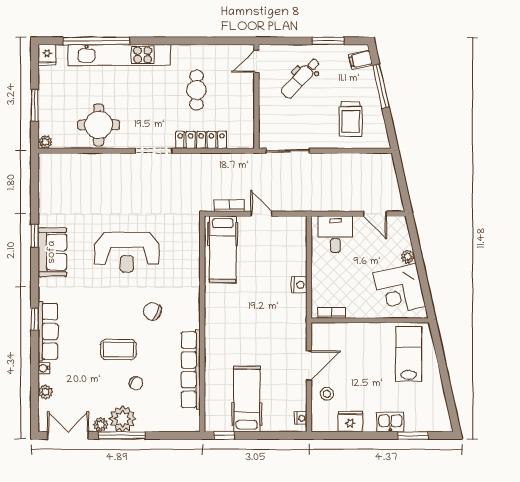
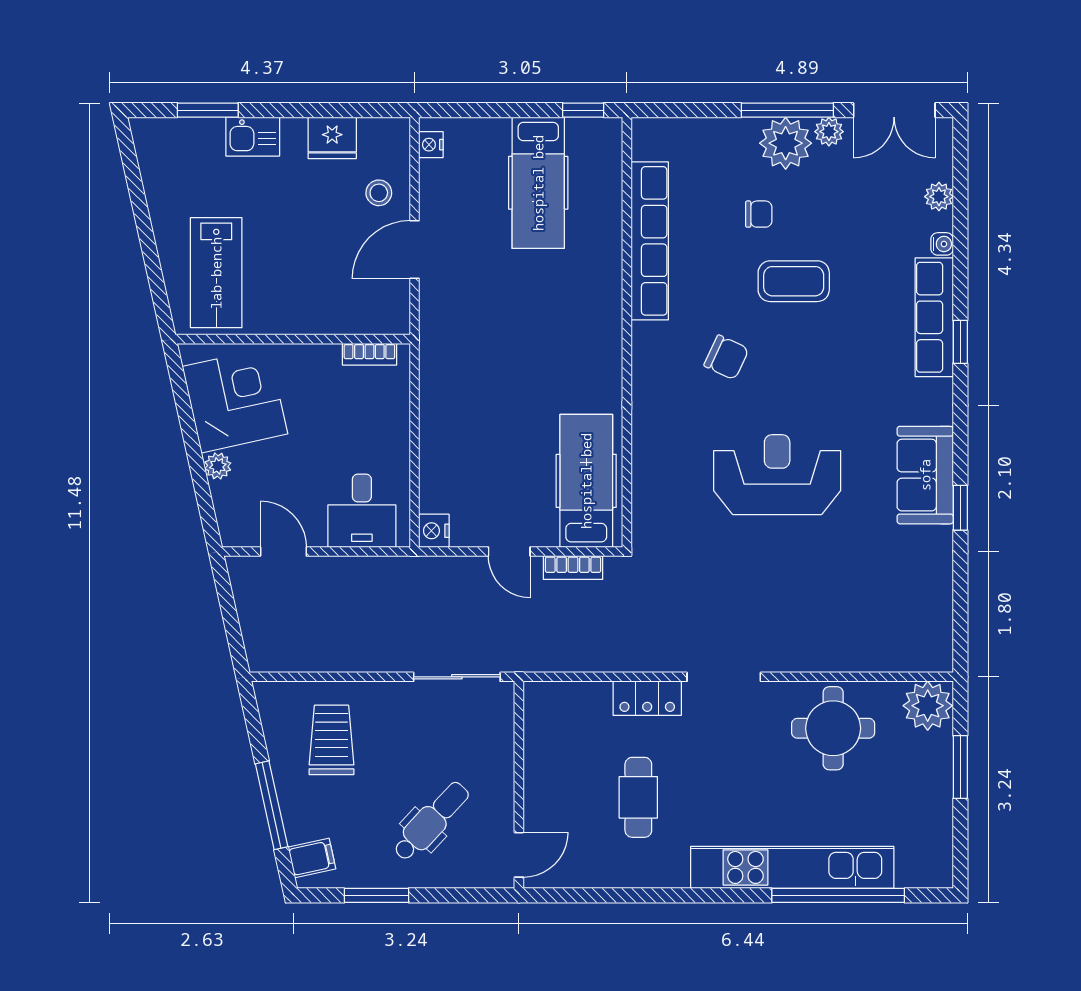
fridge: (47, 55) -> (936, 868), removed
locker: (201, 140) -> (647, 698), width x0.66
plant: (45, 142) -> (928, 706), width x1.87, depth x1.87
nightstand: (299, 285) -> (434, 531), moved
chair: (136, 383) -> (759, 214), turned 144

